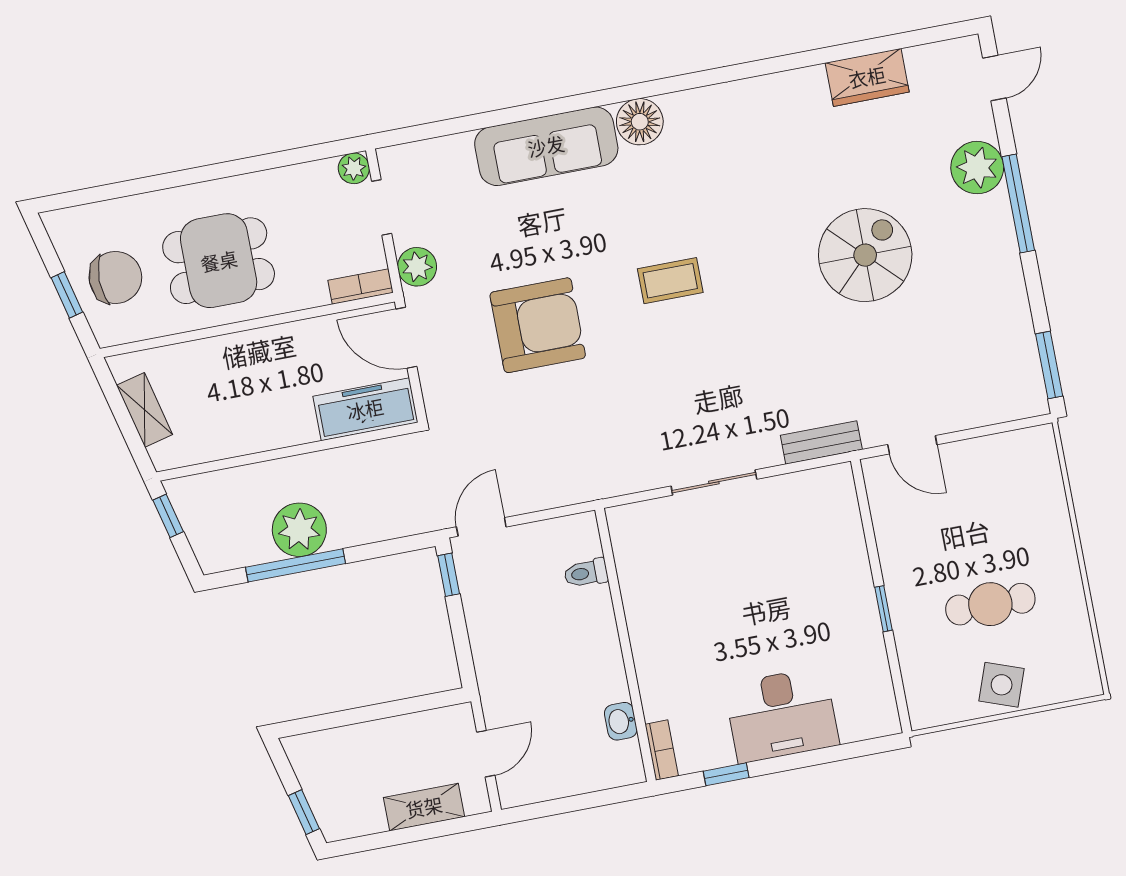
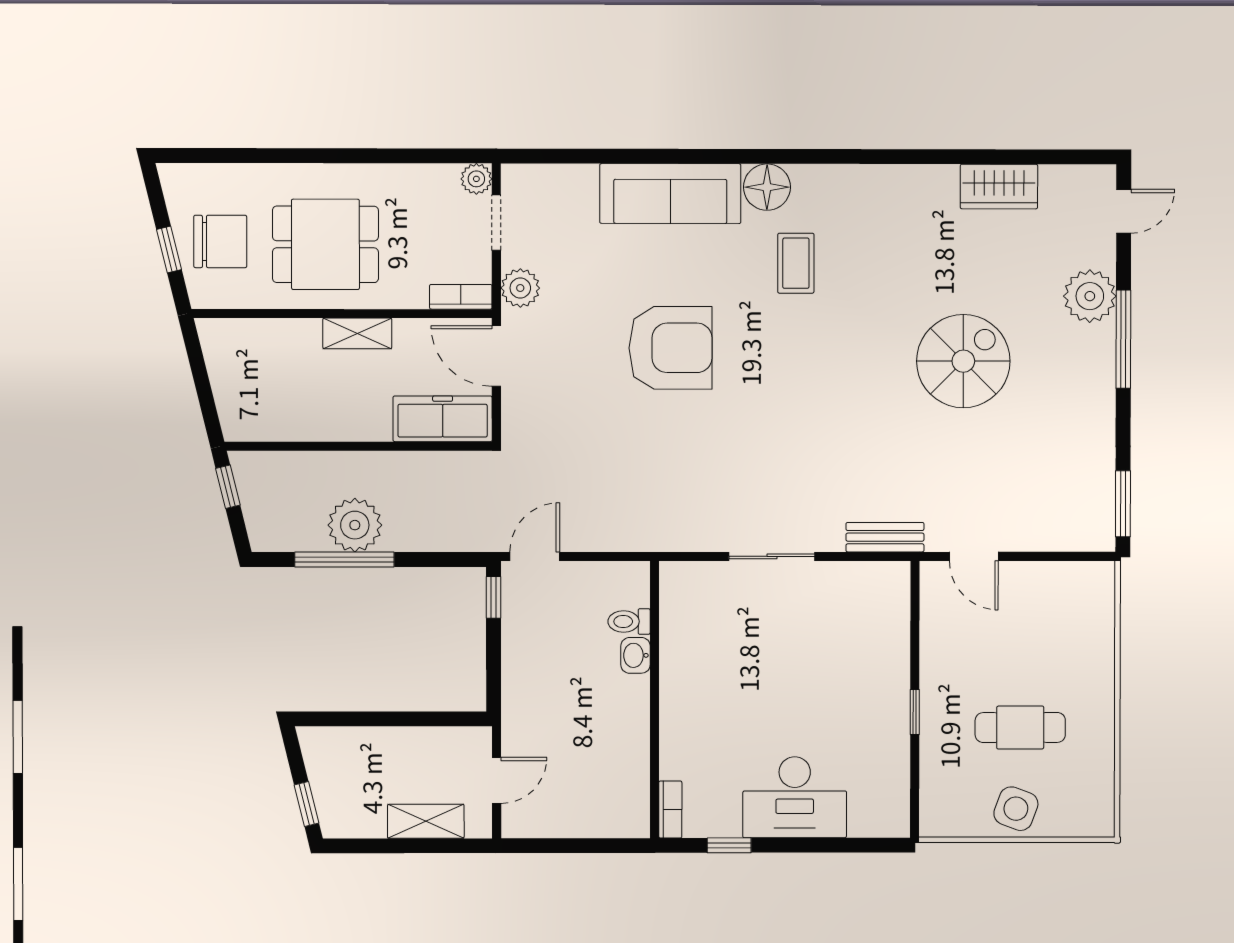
coffee table: (670, 281) -> (796, 263), moved, turned 90
armchair: (538, 325) -> (670, 348), moved
shelving: (145, 410) -> (357, 333), moved, turned -76
washbasin: (621, 721) -> (636, 655), moved

